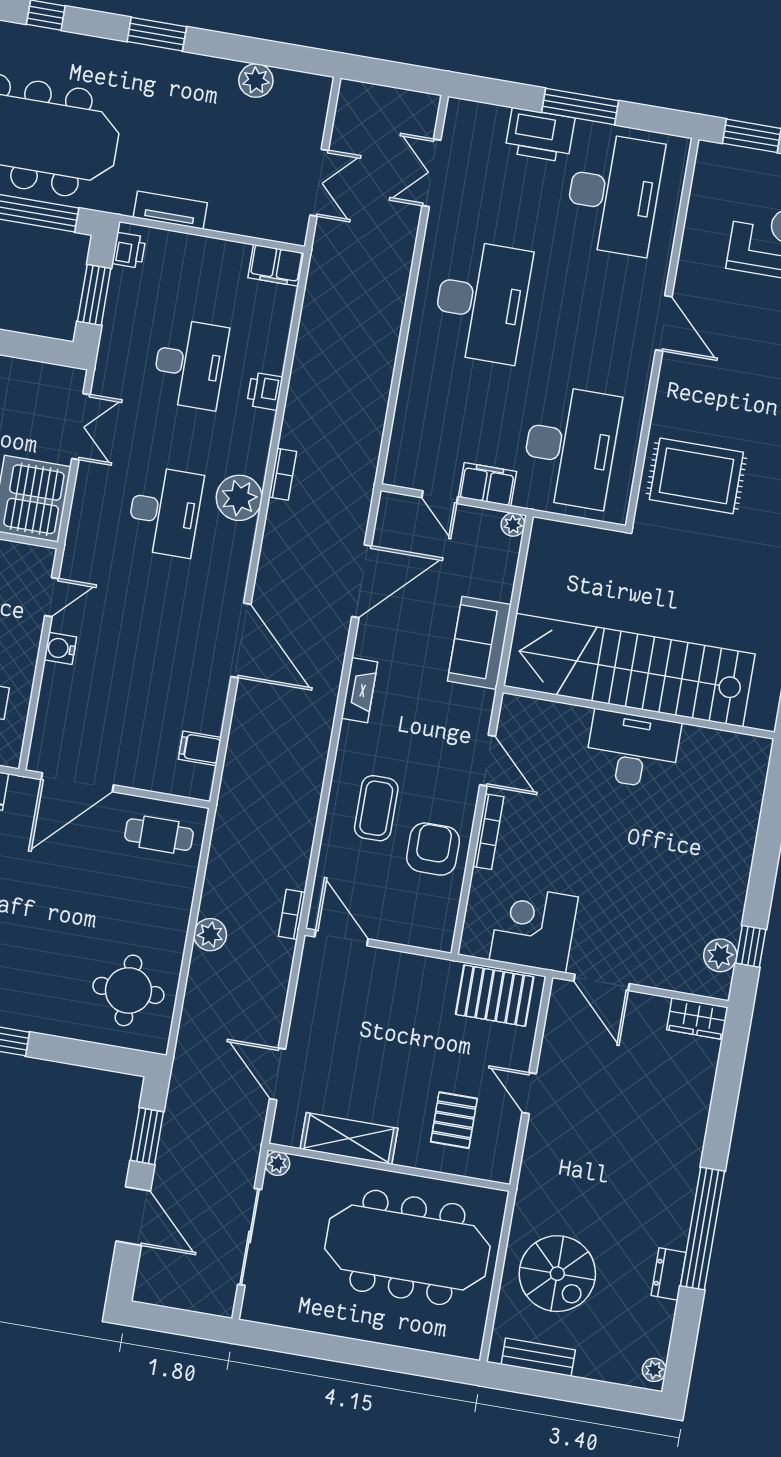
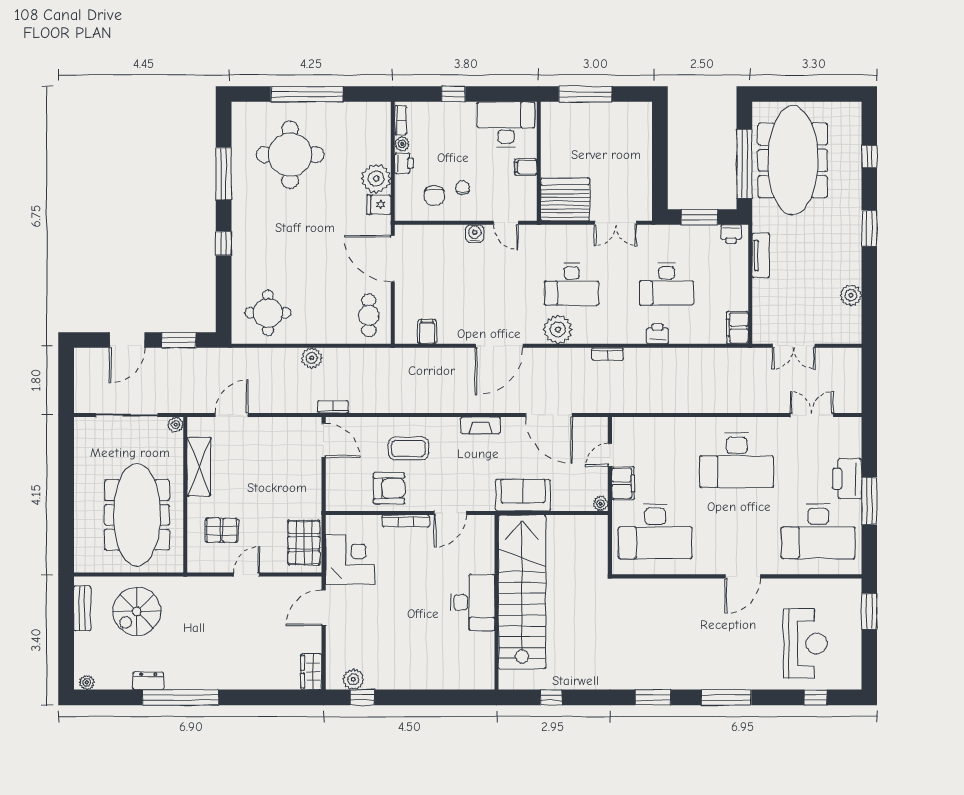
rug: (696, 476) -> (651, 613), removed
plant: (239, 498) -> (558, 329), moved
door: (341, 938) -> (324, 440), hinge flipped

